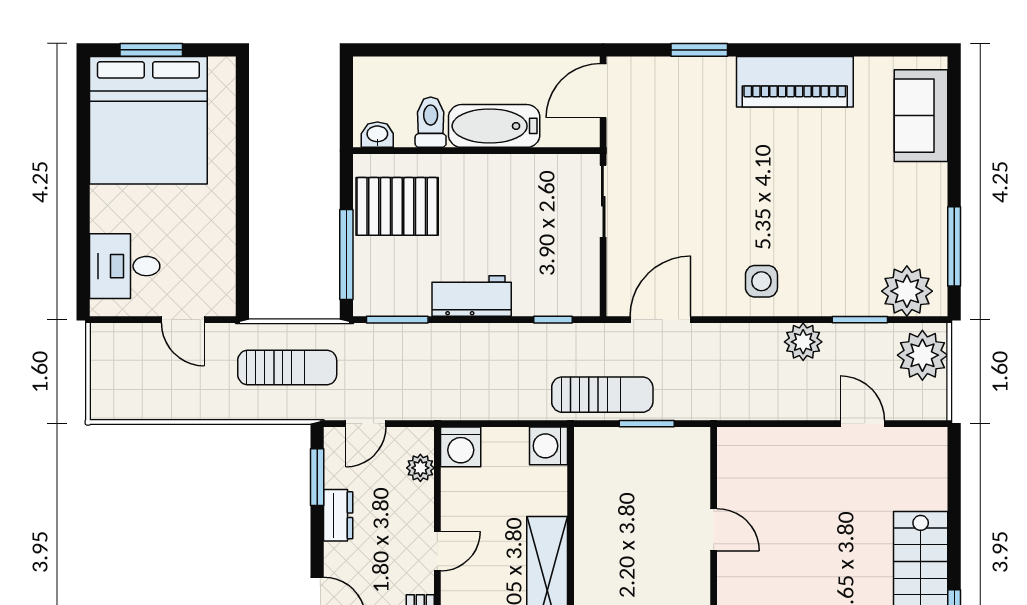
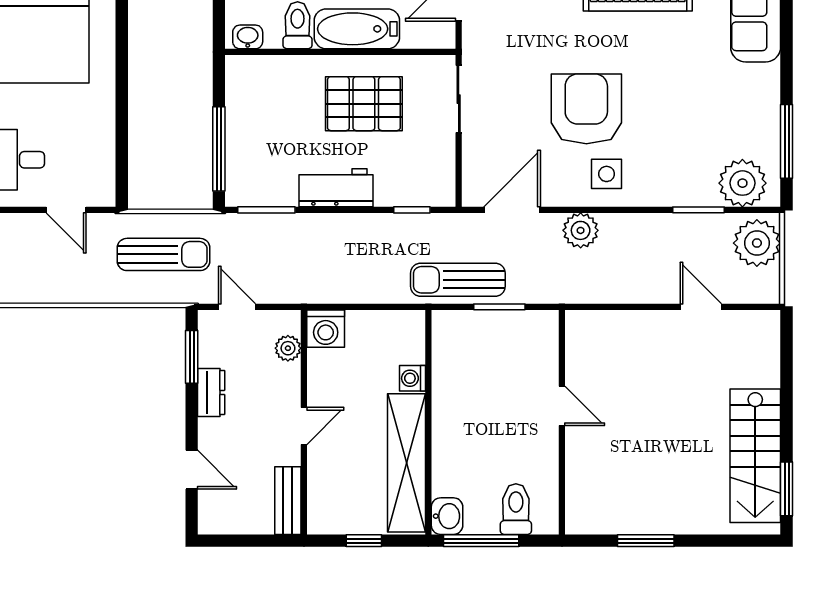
pallet: (397, 206) -> (364, 104), moved
armchair: (740, 212) -> (586, 109), added
plant: (803, 342) -> (581, 230), moved
sun lounger: (602, 395) -> (458, 280), turned 180
door: (366, 424) -> (237, 307), swing flipped
washing machine: (549, 446) -> (412, 378), moved, width x0.73, depth x0.73

